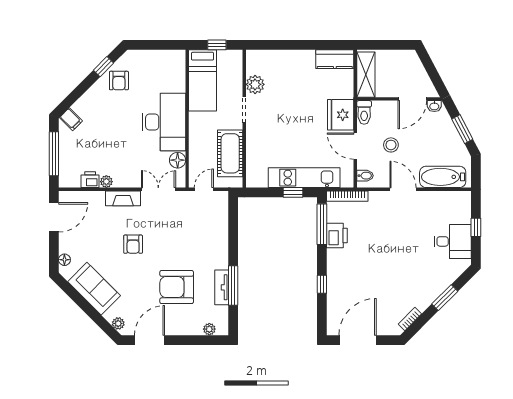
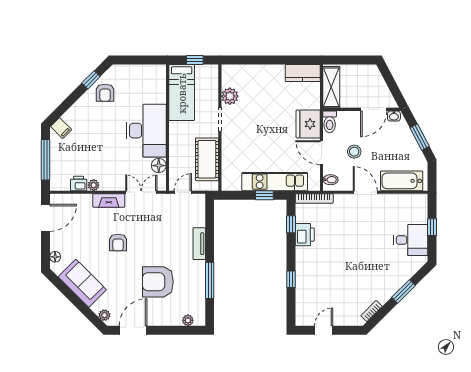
window: (322, 224) -> (291, 224), width x0.46
tv unit: (222, 287) -> (199, 244), moved
door: (358, 340) -> (324, 330), width x0.53

